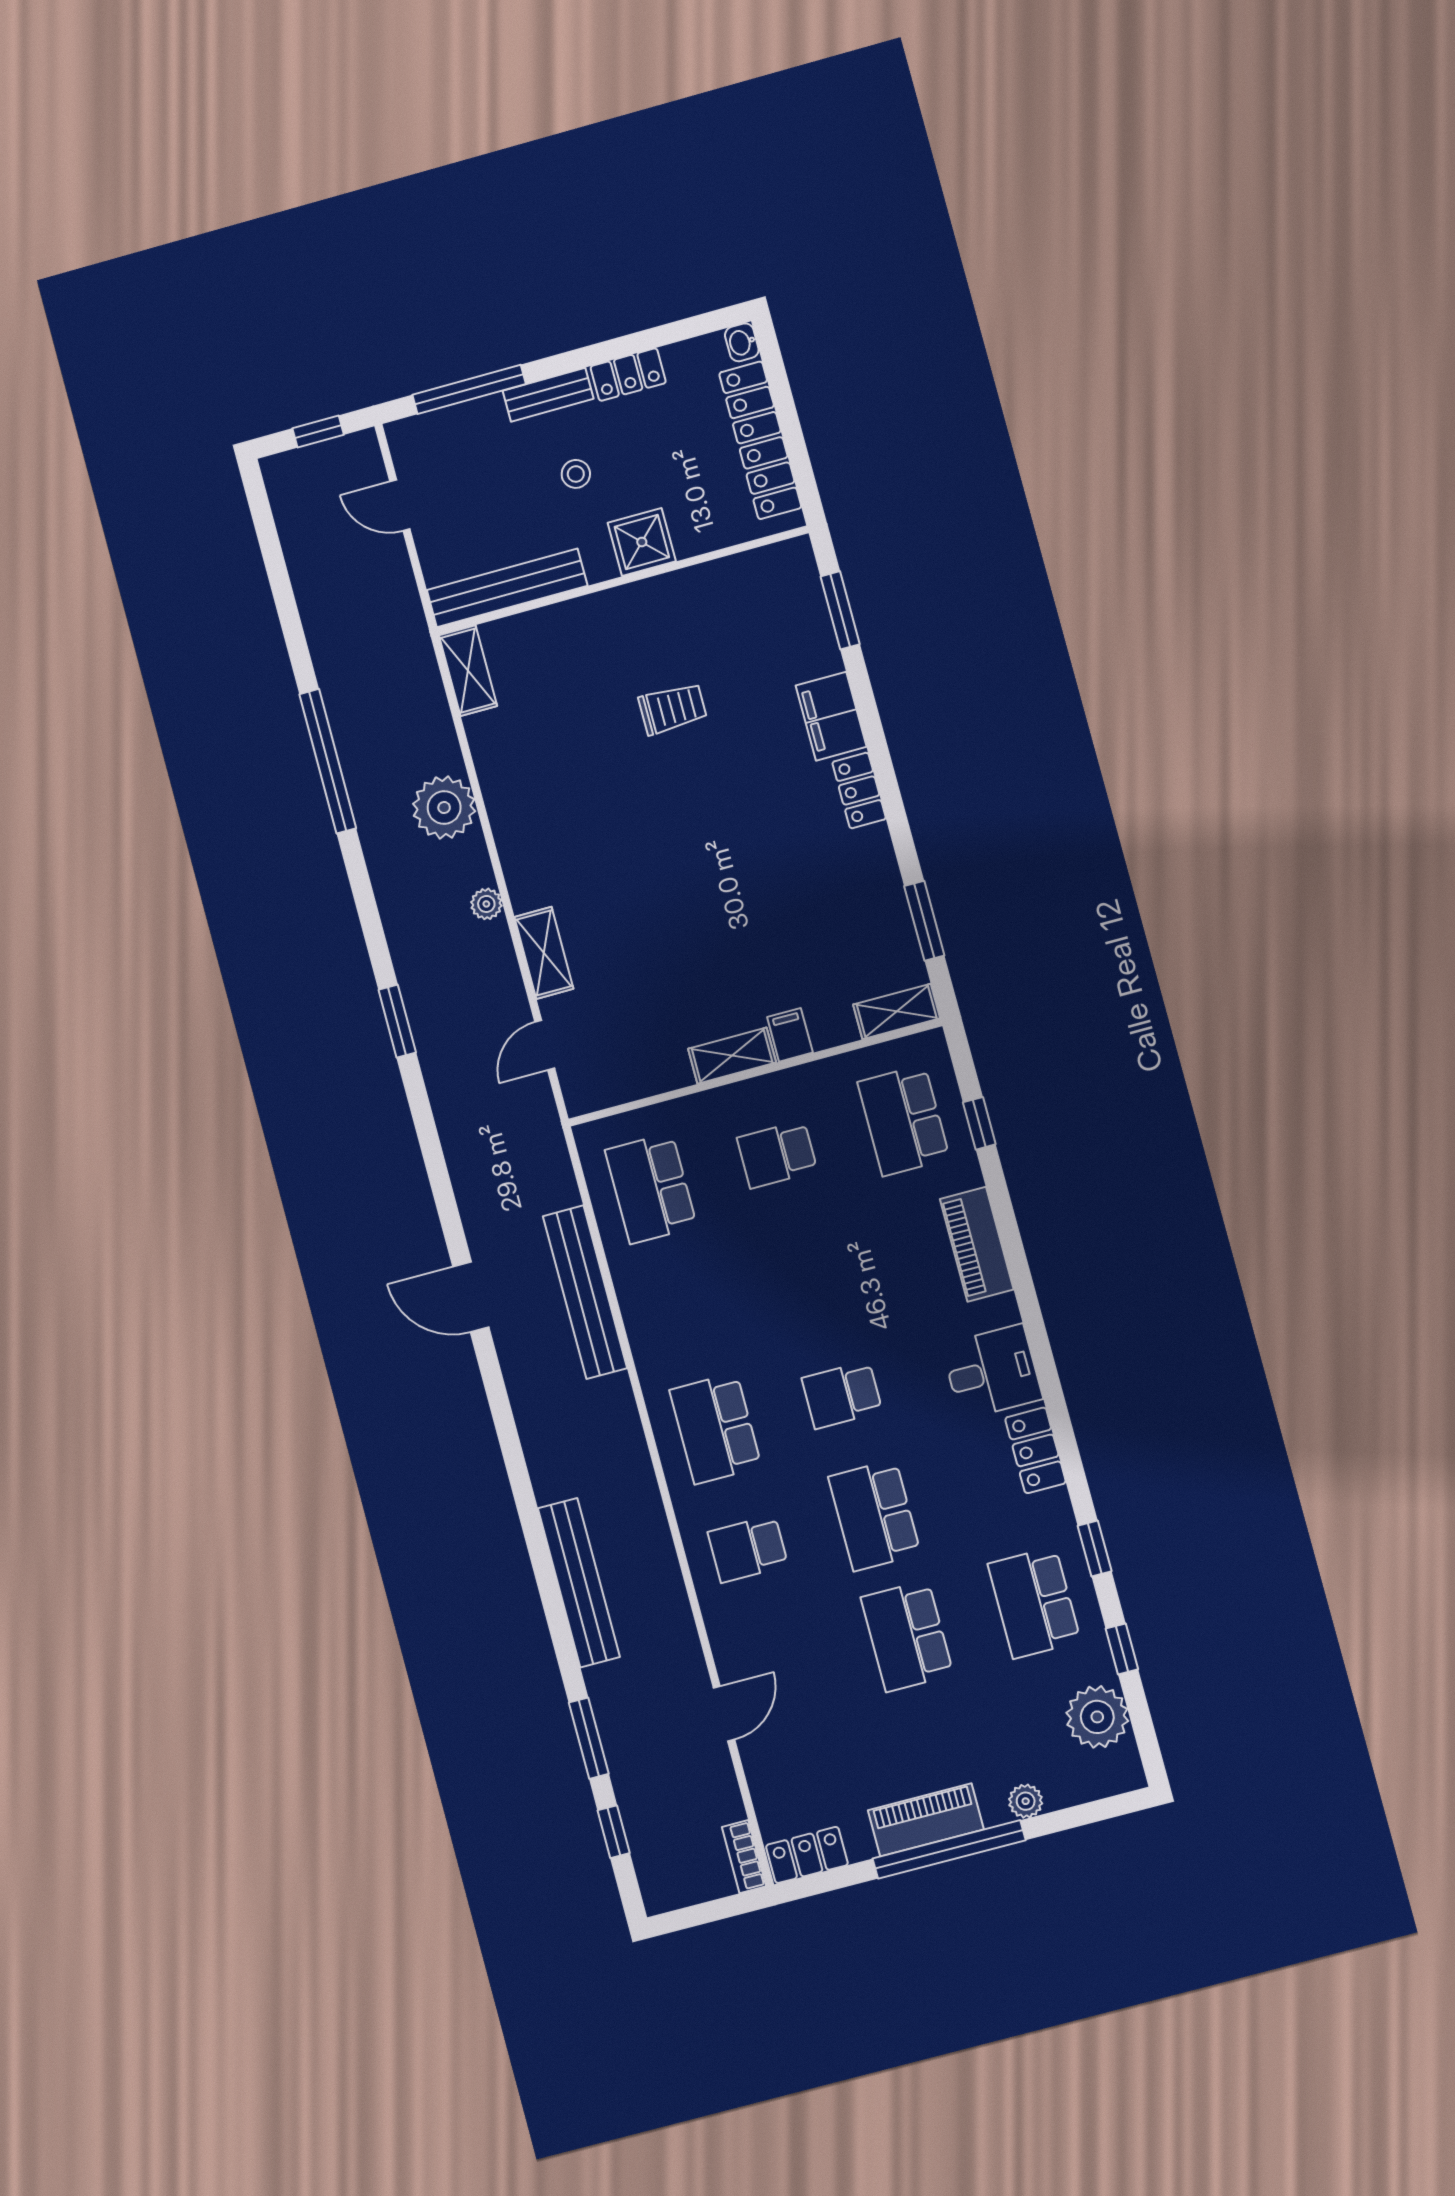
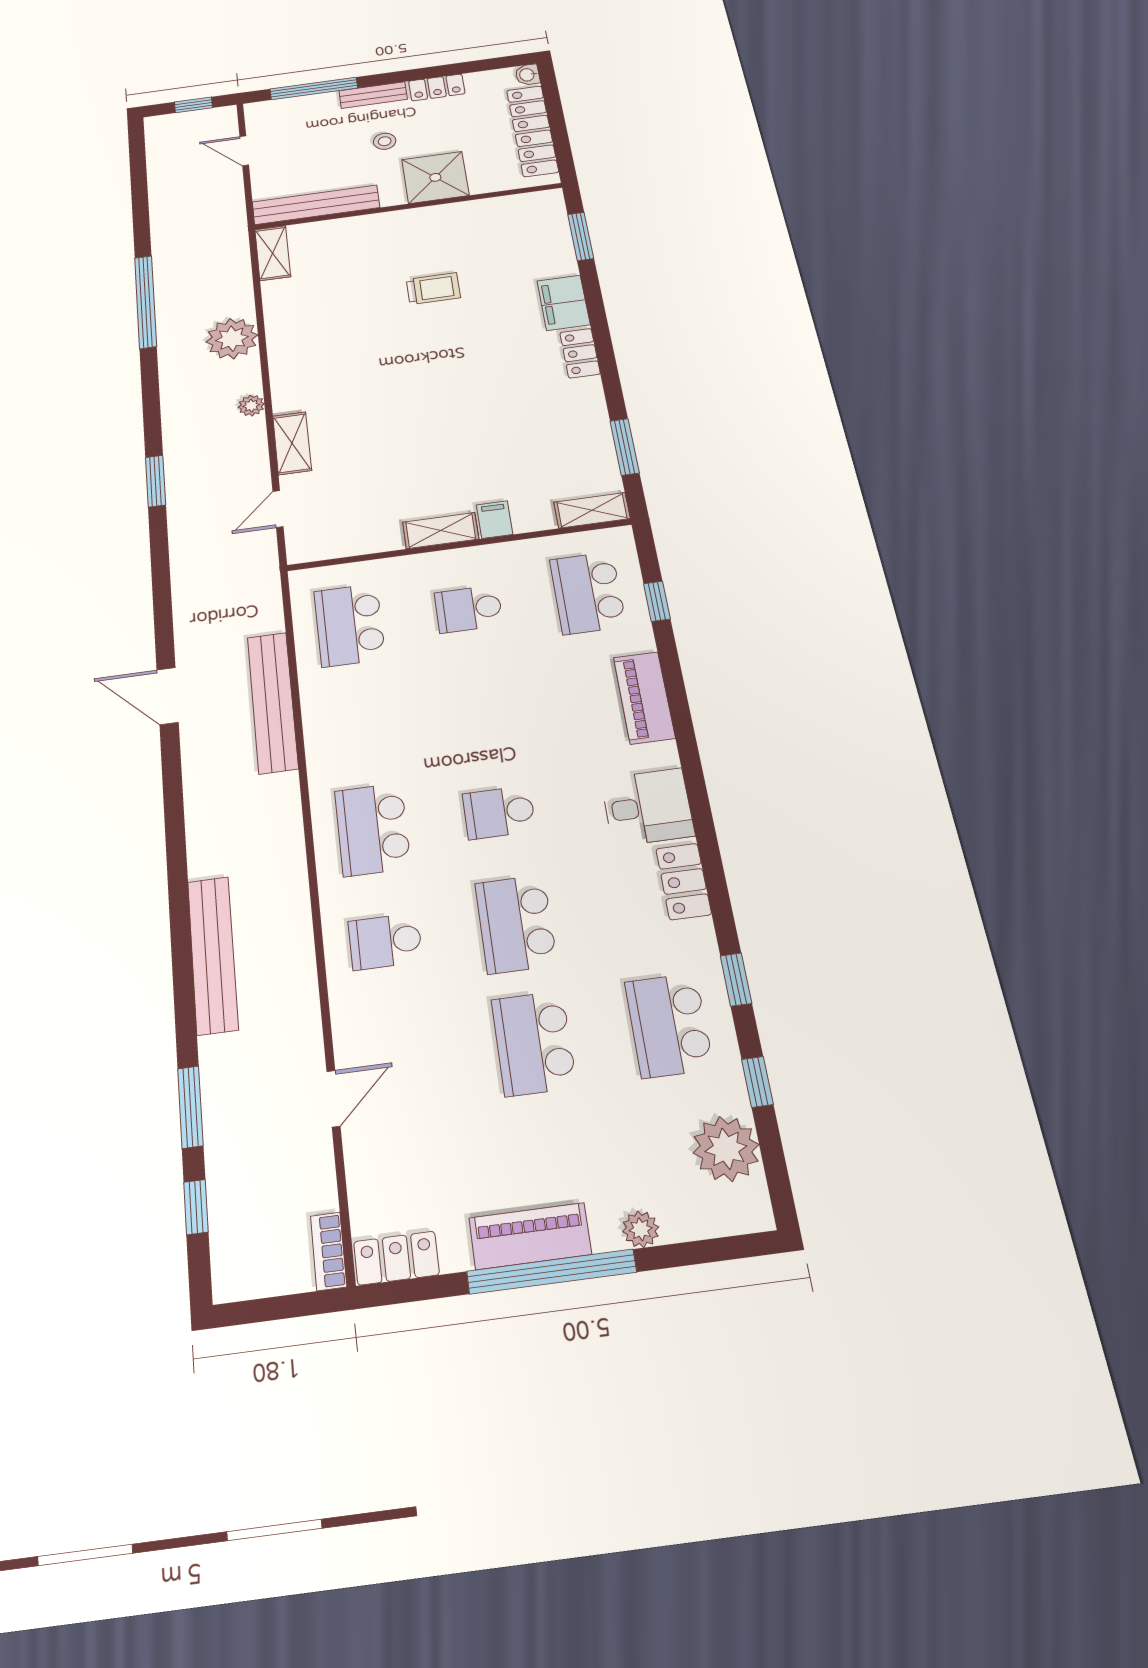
shower: (642, 542) -> (435, 177), width x1.36, depth x1.36

